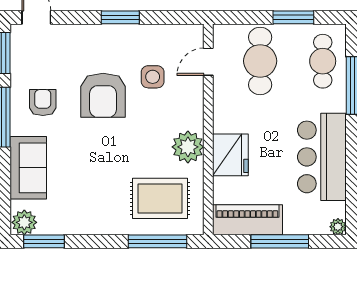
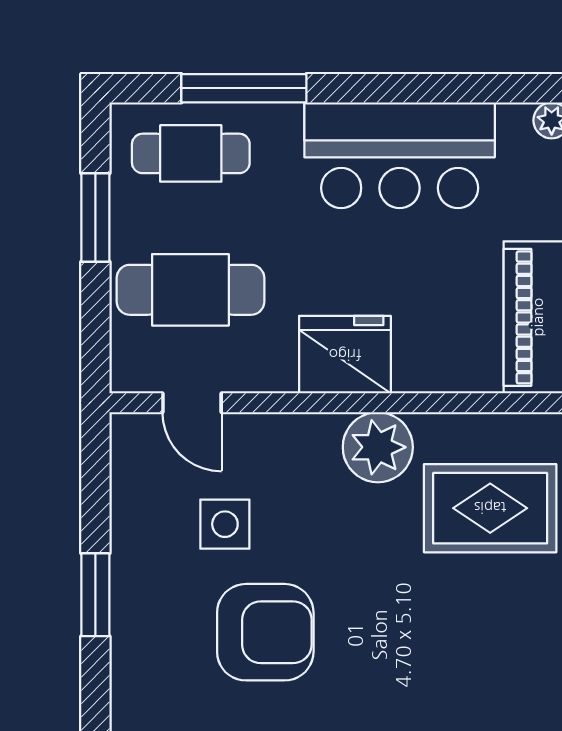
fridge: (230, 155) -> (345, 355), moved
rug: (160, 198) -> (490, 508), turned 90

